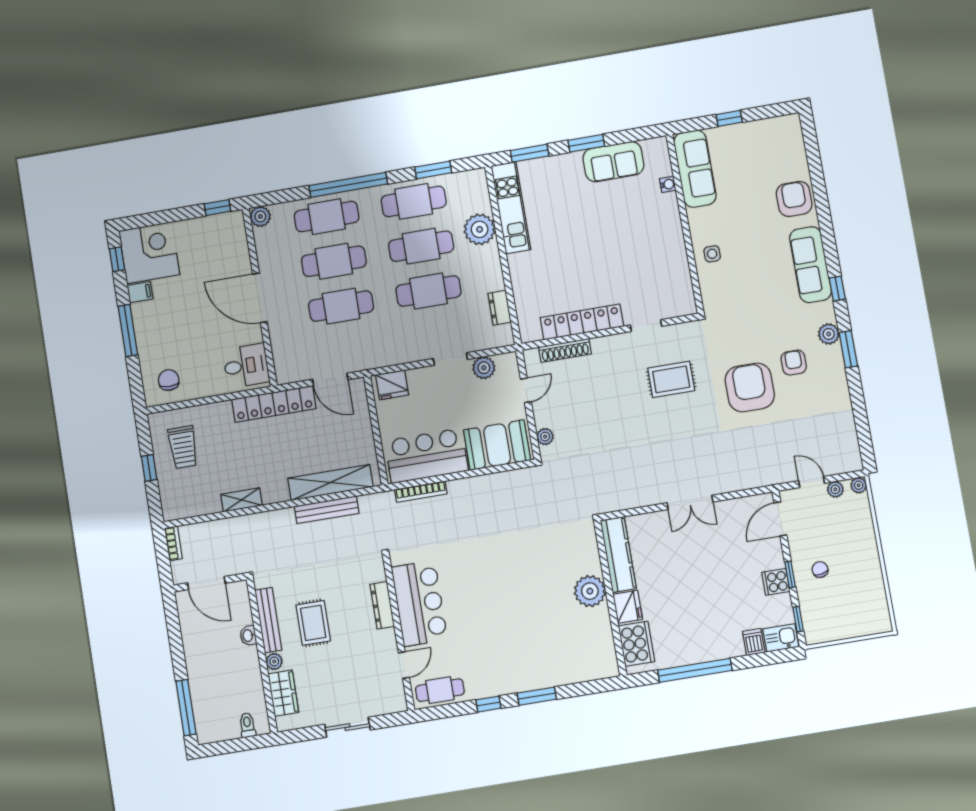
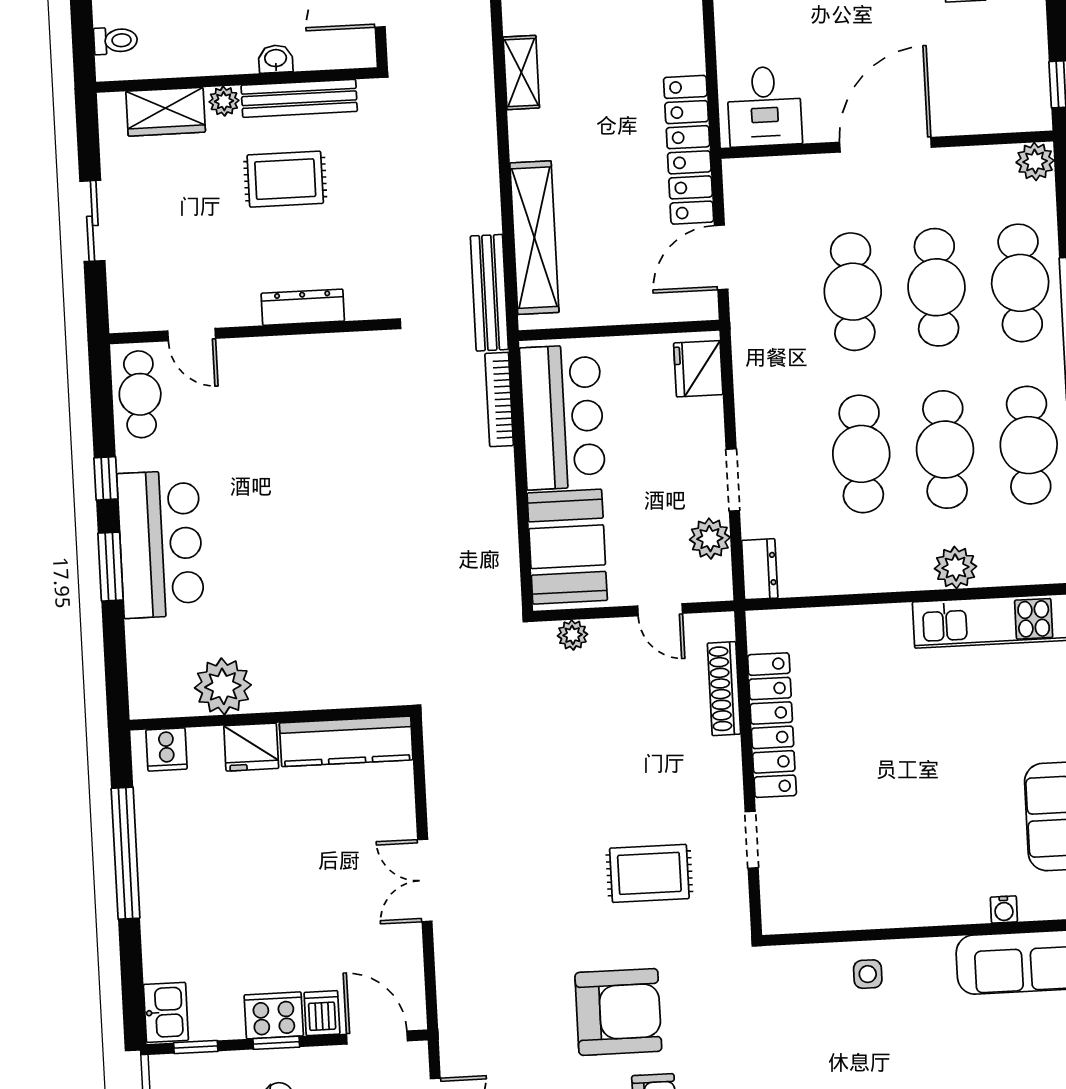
plant: (480, 229) -> (956, 567), width x0.73, depth x0.73
dresser: (499, 308) -> (760, 569), moved, turned 90
rug: (671, 379) -> (649, 873), turned 90
bench: (327, 510) -> (489, 293), moved
cooker: (776, 582) -> (274, 1015), width x1.36
plant: (590, 591) -> (223, 686), moved
bar counter: (419, 603) -> (161, 544), moved, turned -90
dishwasher: (754, 642) -> (322, 1013), moved, turned -90
cooker: (636, 644) -> (166, 749), width x0.53, depth x0.76

